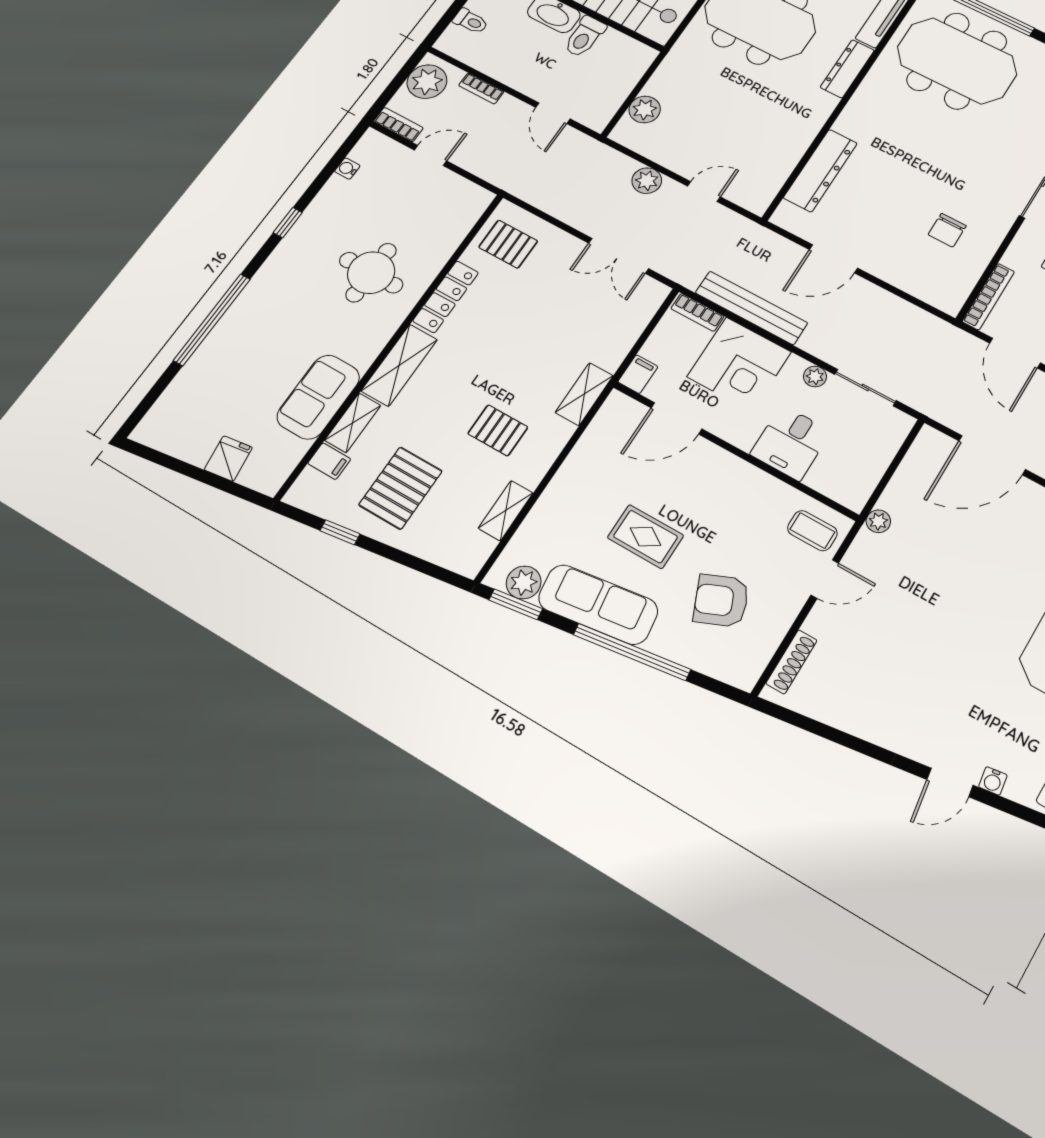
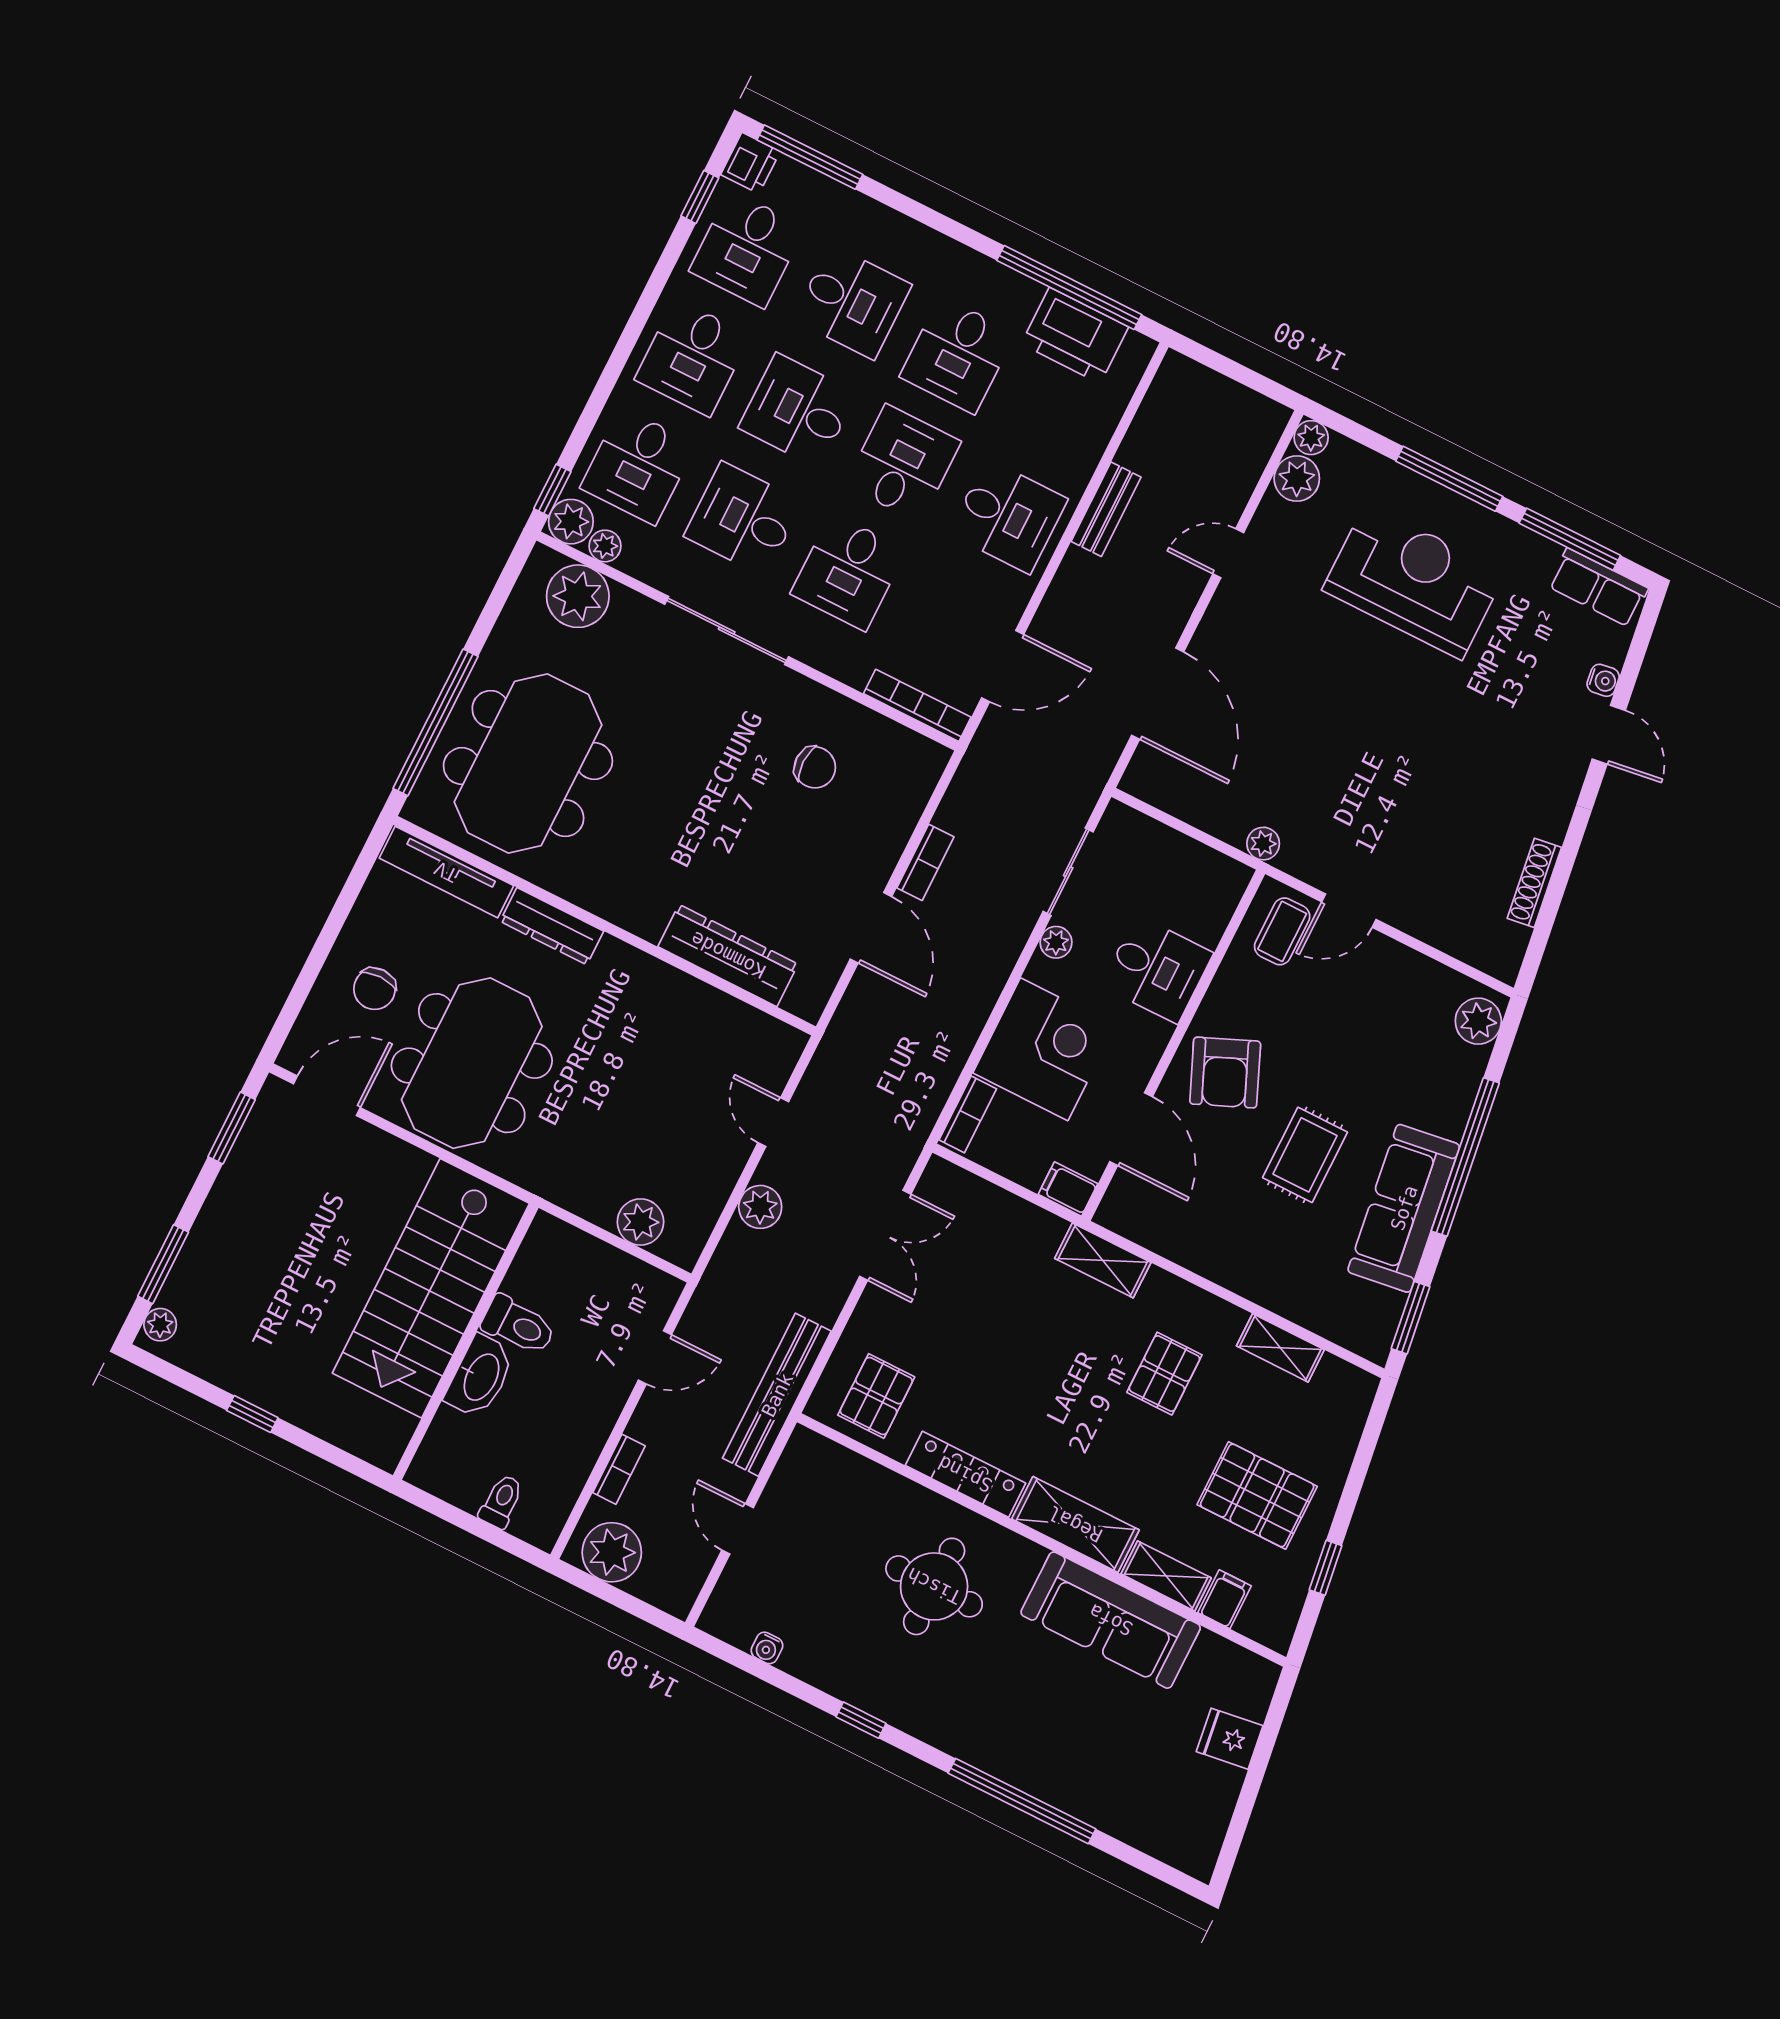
bookcase: (398, 125) -> (925, 862), moved, turned 180
bench: (751, 308) -> (777, 1395), moved
sofa: (318, 397) -> (1111, 1620), width x1.36
door: (825, 579) -> (1349, 911), swing flipped
plant: (524, 582) -> (1478, 1021), moved
armchair: (721, 601) -> (1225, 1073), moved
shoe rack: (791, 662) -> (1534, 883), moved, turned -98

